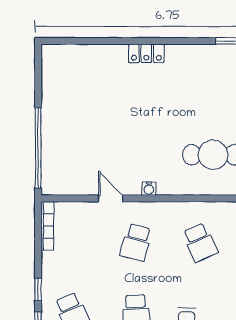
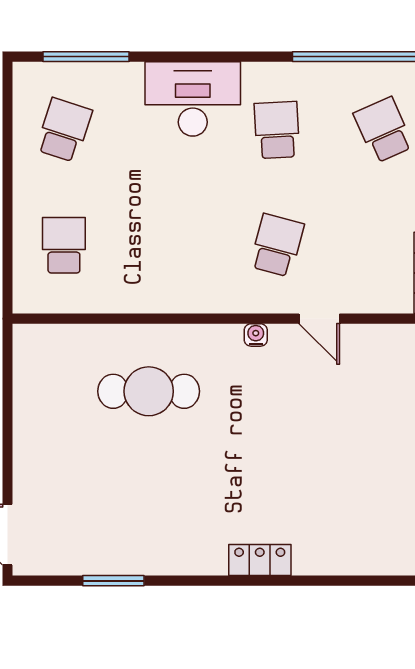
school desk: (200, 242) -> (170, 245), removed

